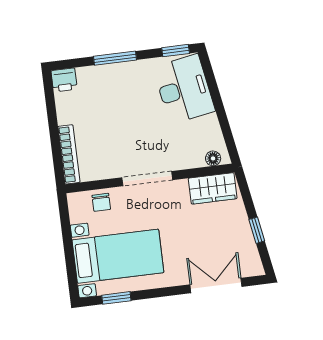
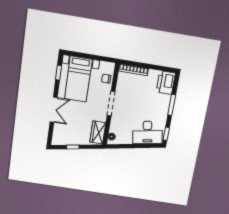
printer: (64, 80) -> (166, 83), width x1.87, depth x1.48
double door: (216, 286) -> (54, 110), moved

